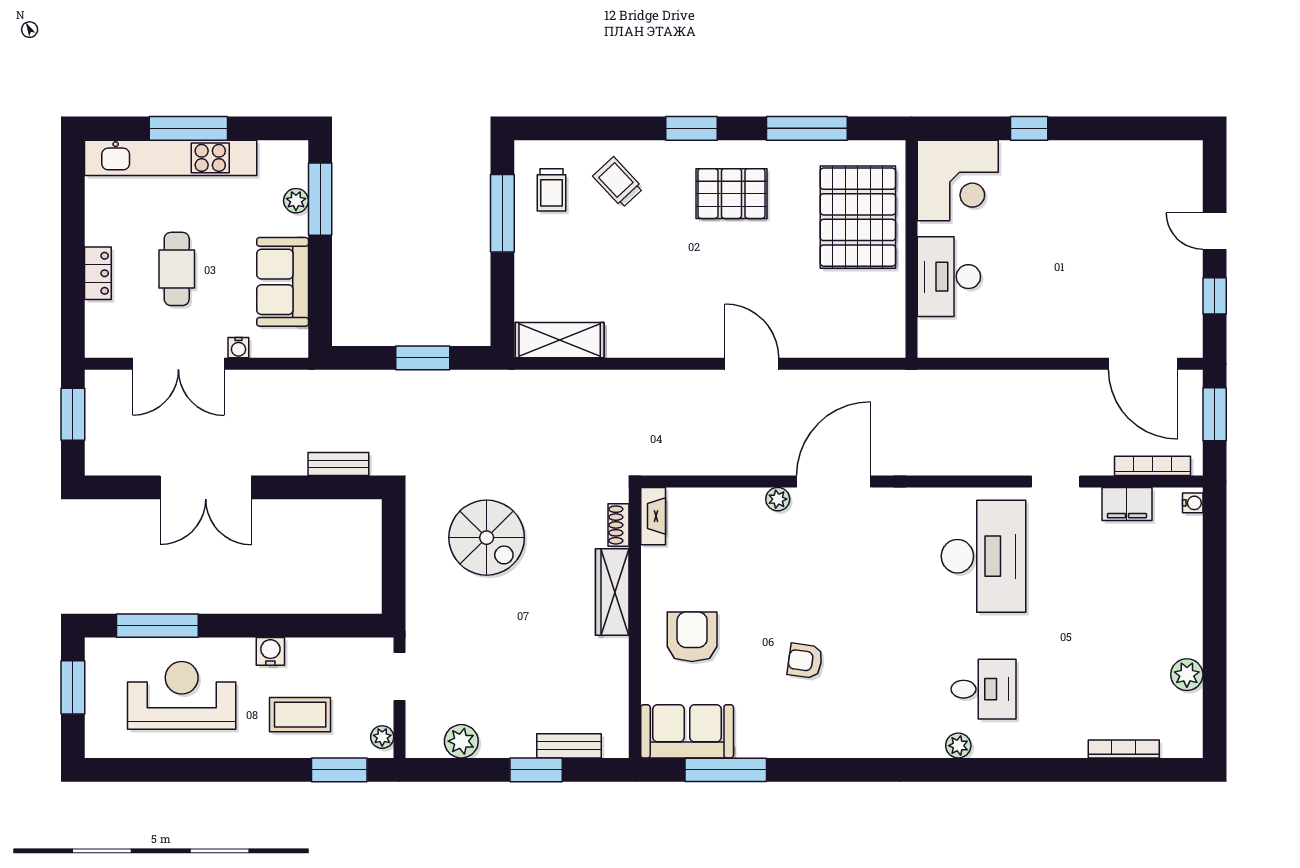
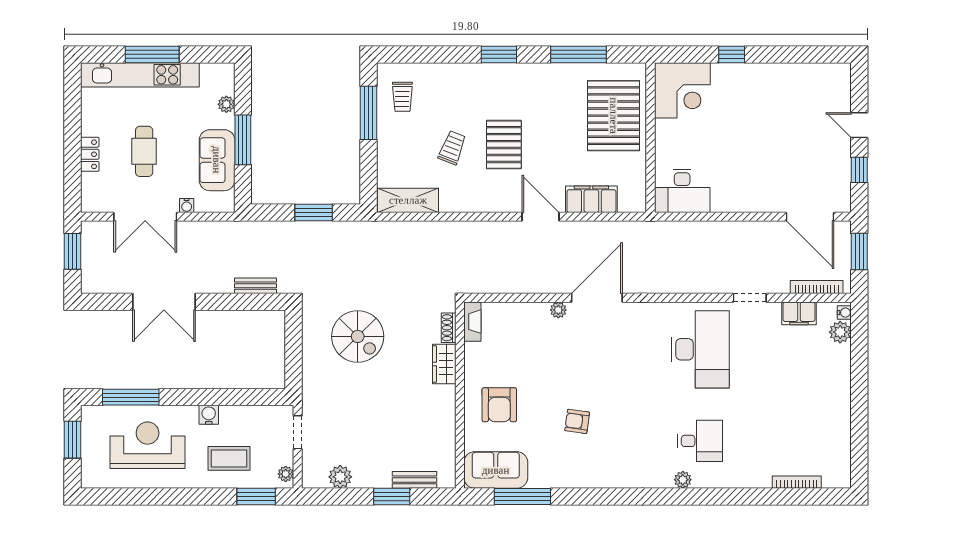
trolley: (618, 182) -> (452, 148), moved, turned 64
pallet: (731, 194) -> (504, 145), moved, turned 90
window: (320, 199) -> (243, 140), moved
desk: (949, 277) -> (682, 191), moved, turned -90
filing cabinet: (826, 338) -> (591, 199), added
wardrobe: (612, 592) -> (444, 364), width x0.67
armchair: (692, 637) -> (499, 405), turned 180
plant: (1187, 675) -> (840, 332), moved

